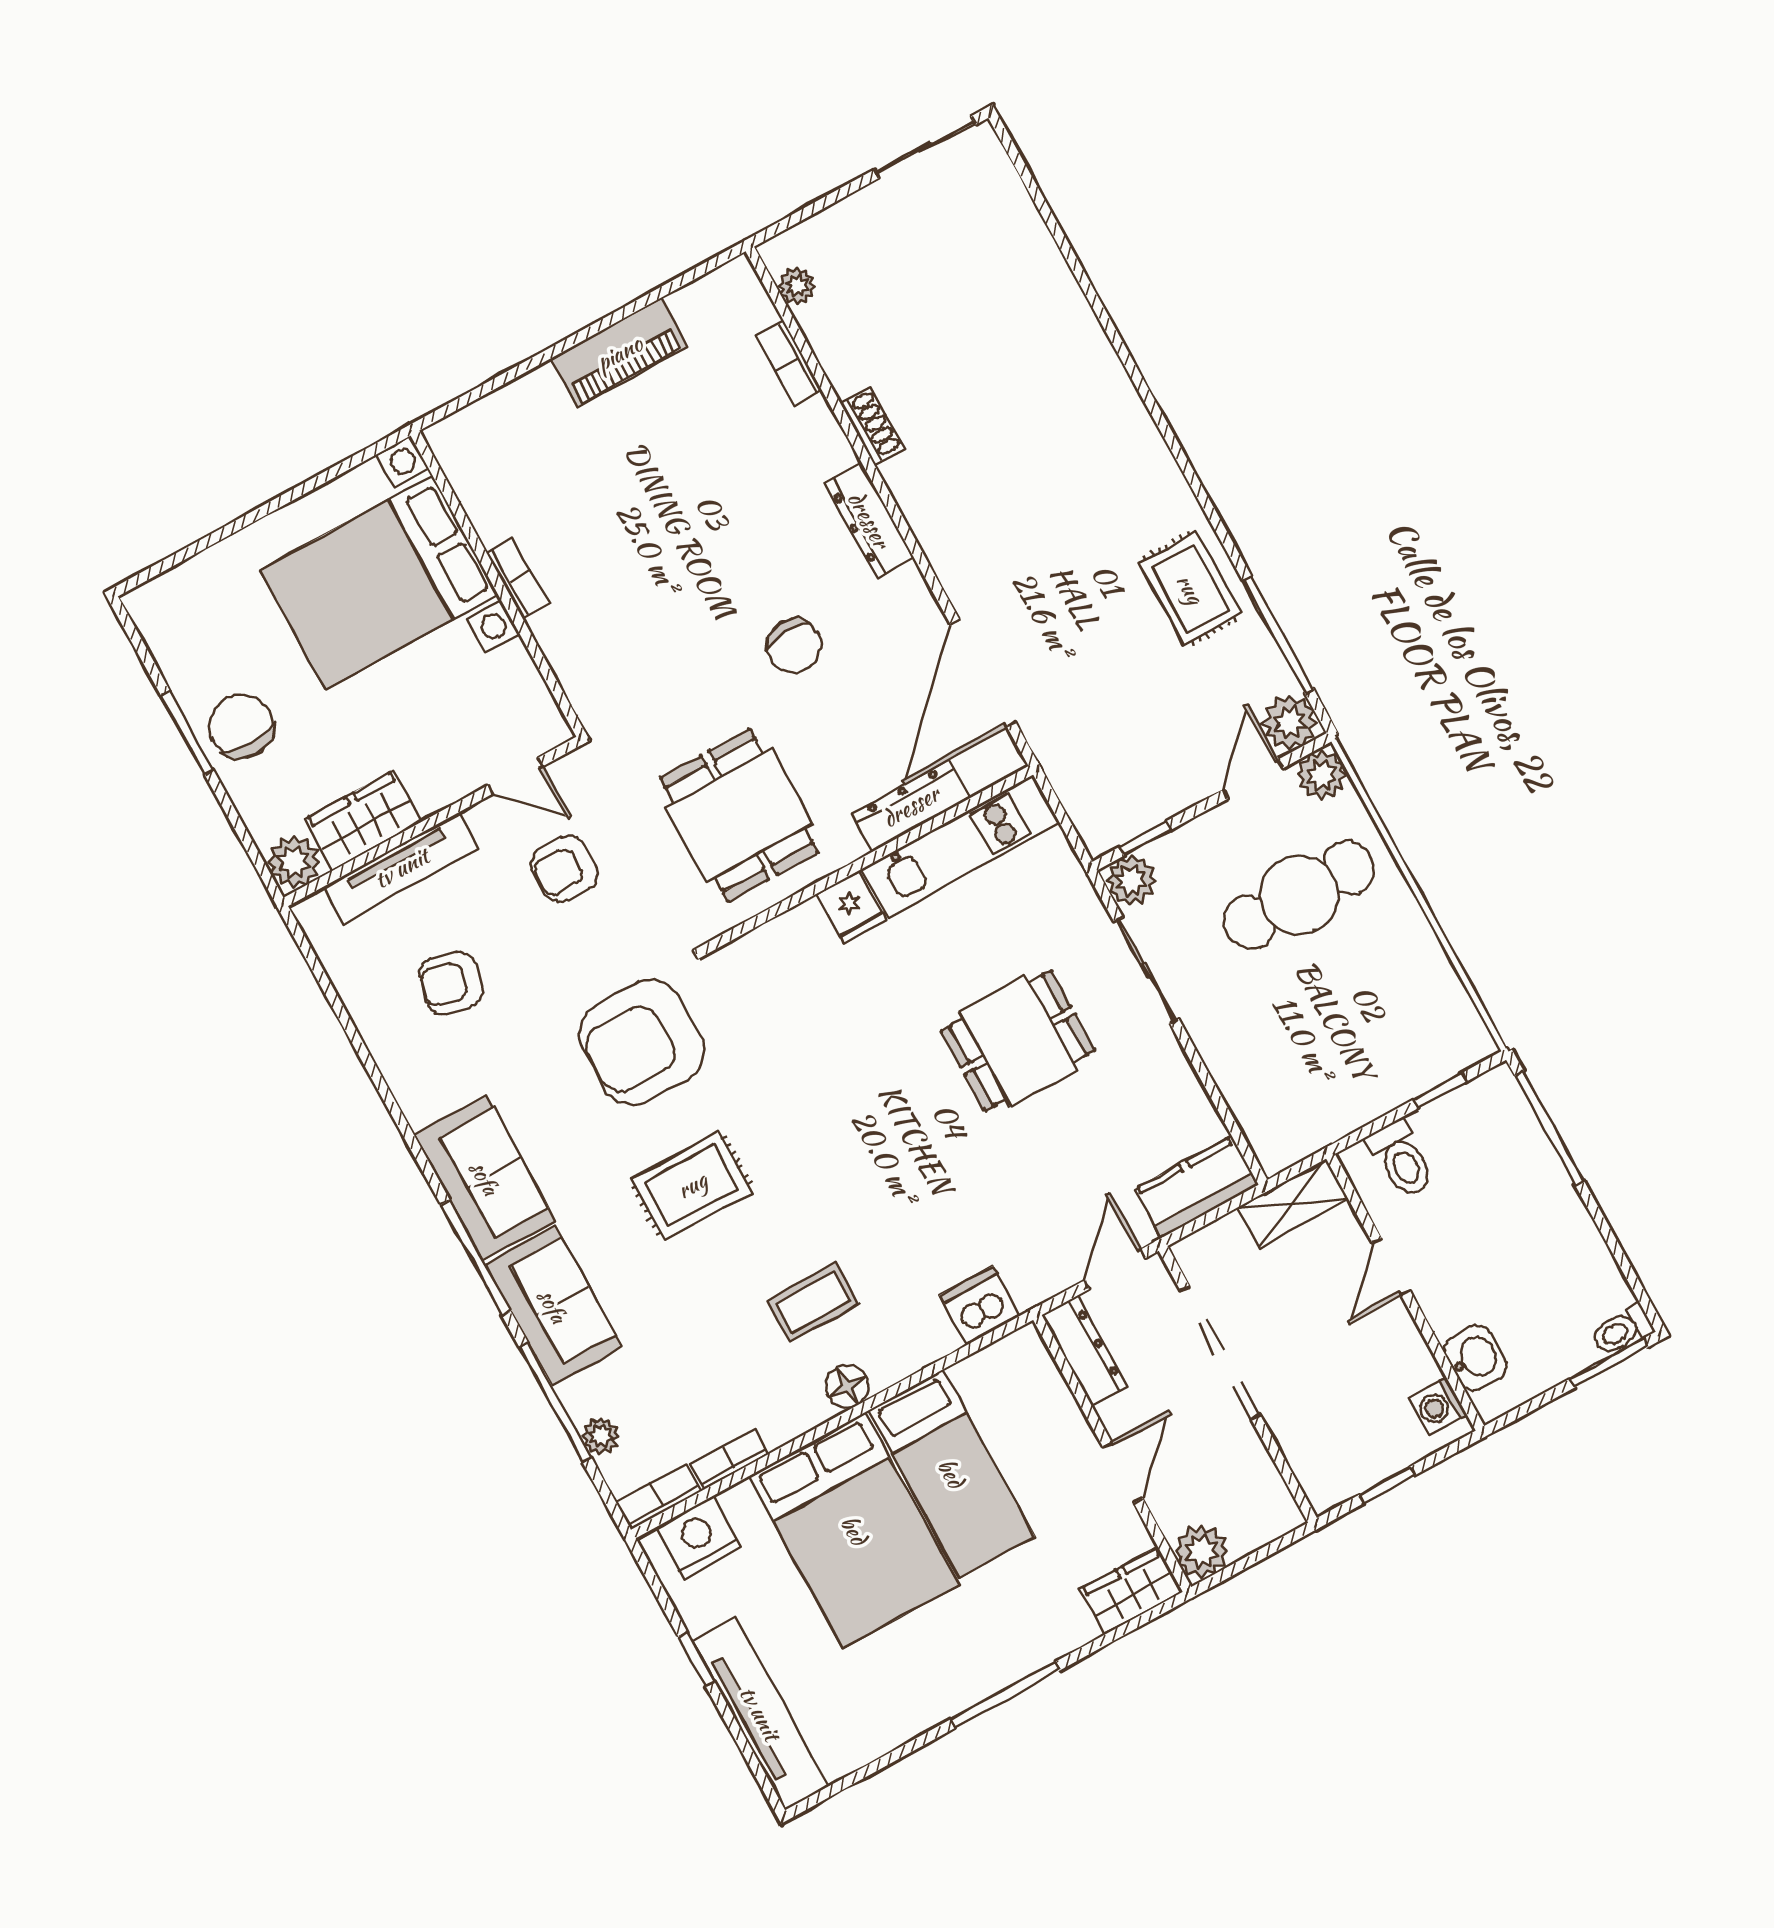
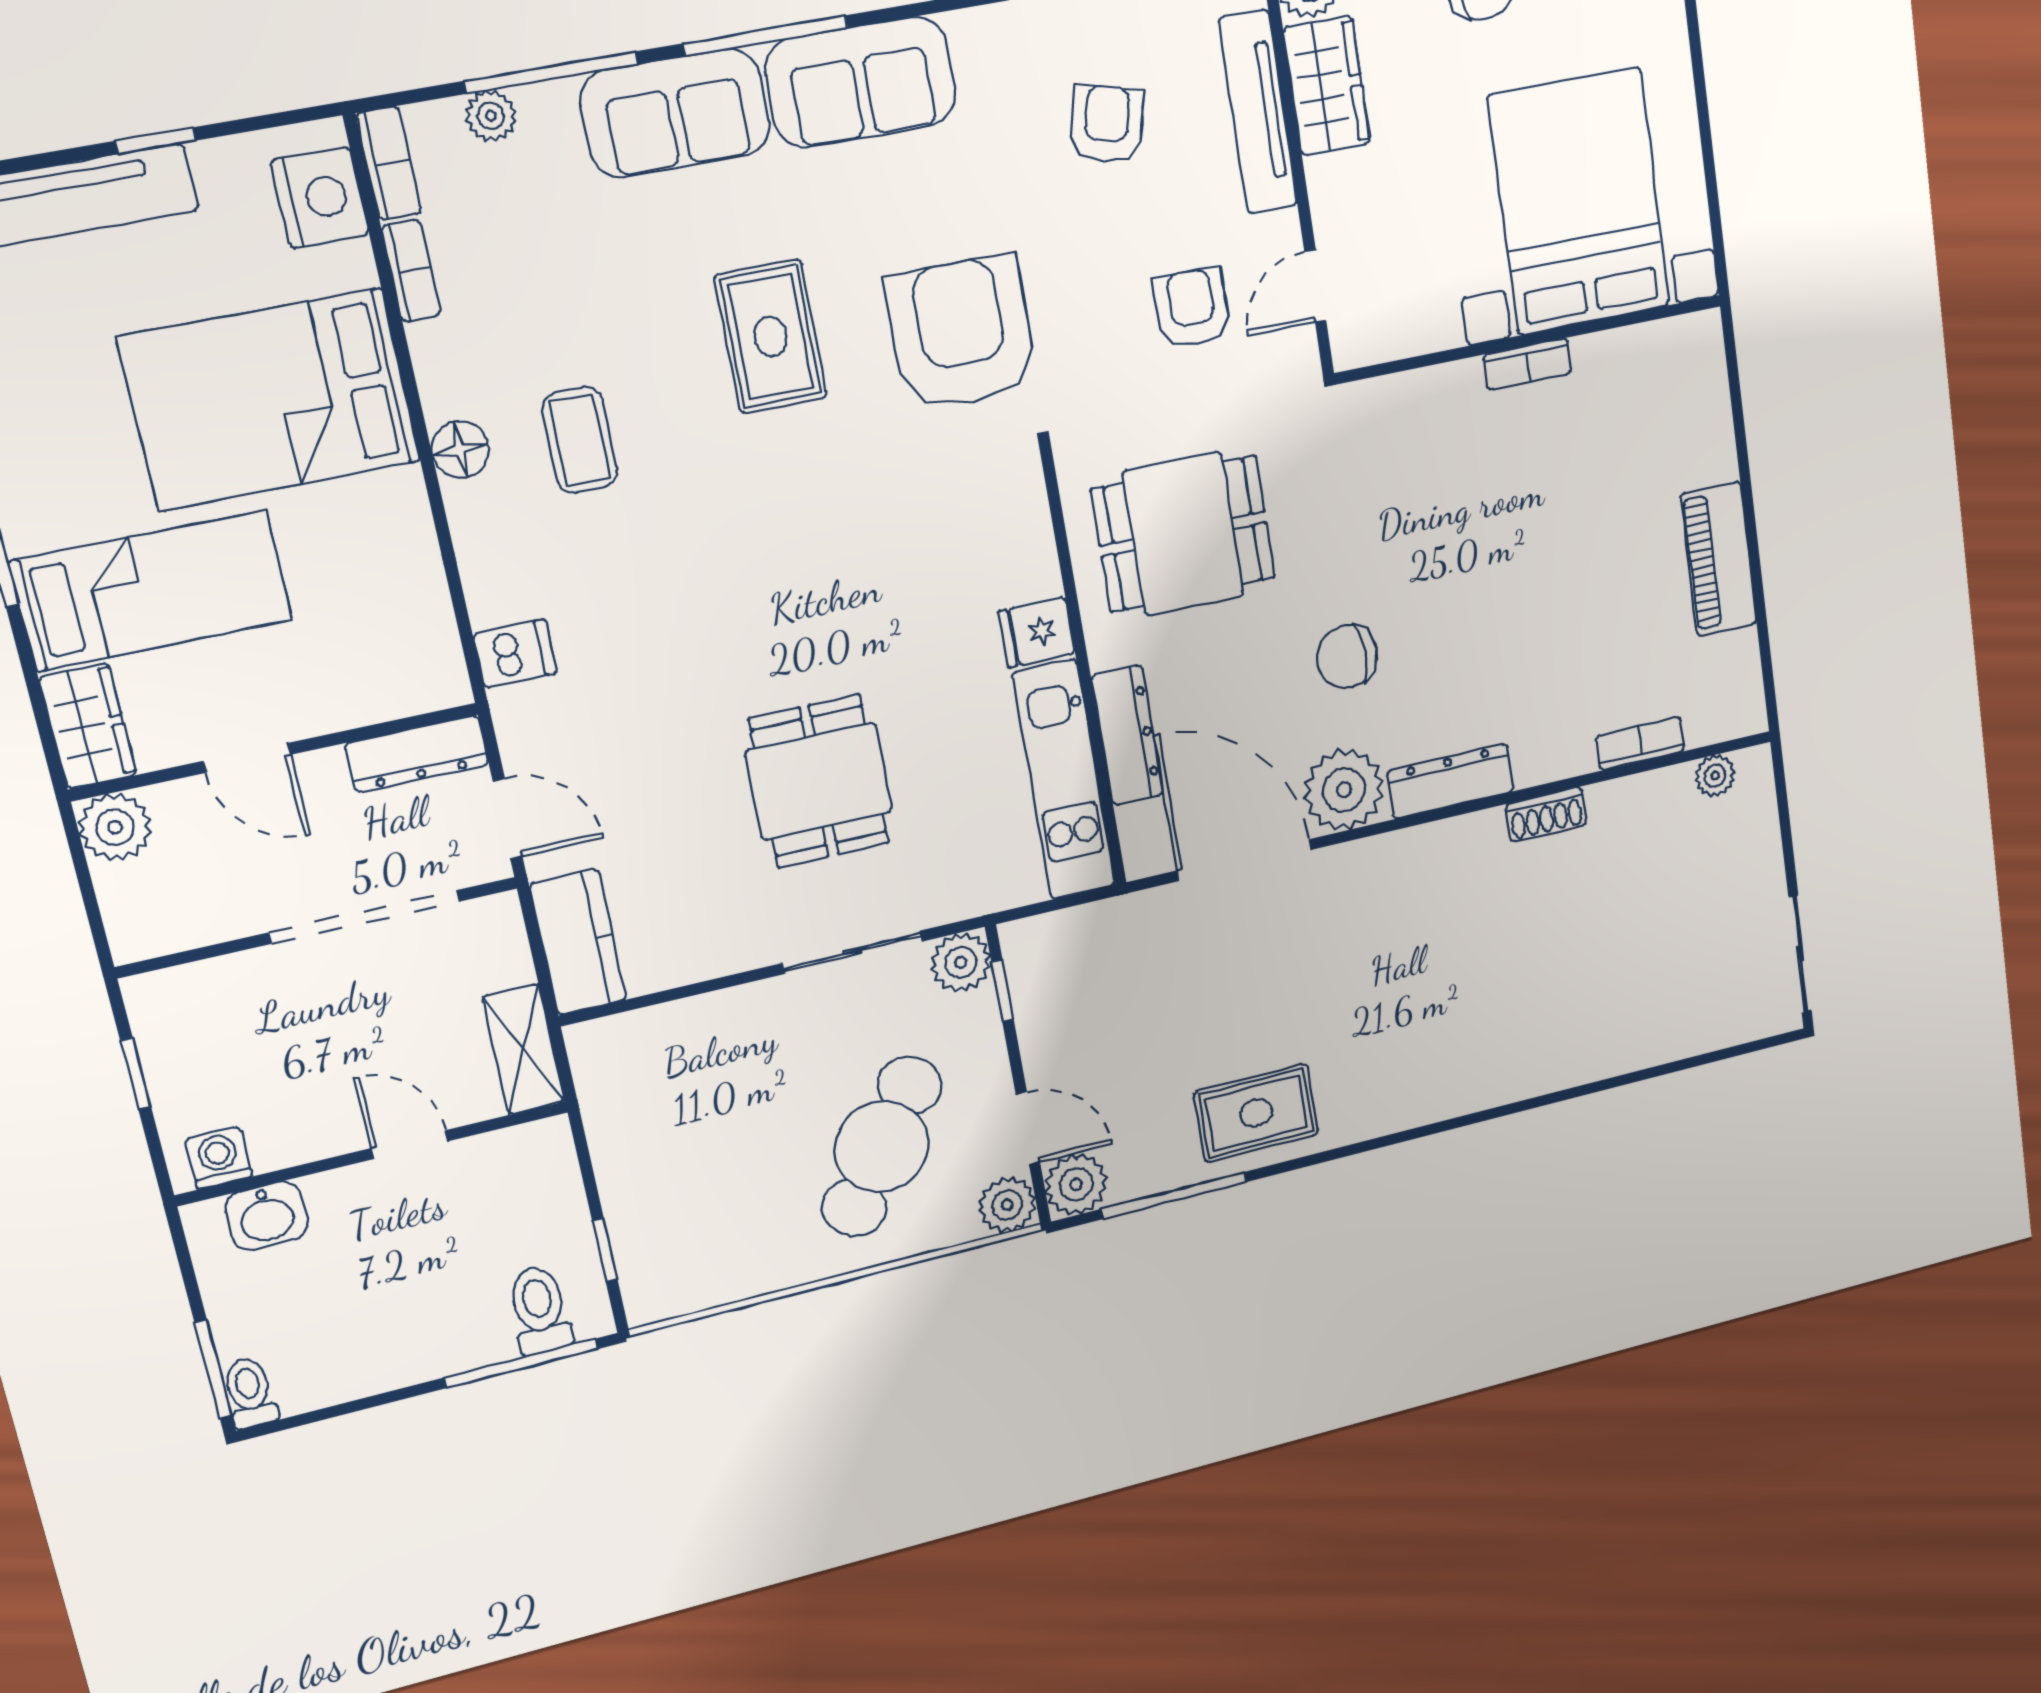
plant: (902, 609) -> (1344, 790), added
cafe table: (1299, 895) -> (882, 1147), turned 35
toilet: (1401, 1159) -> (539, 1310), moved, turned 90
dishwasher: (980, 1306) -> (515, 654), width x0.73
bed: (951, 1473) -> (152, 591), moved, turned 180

